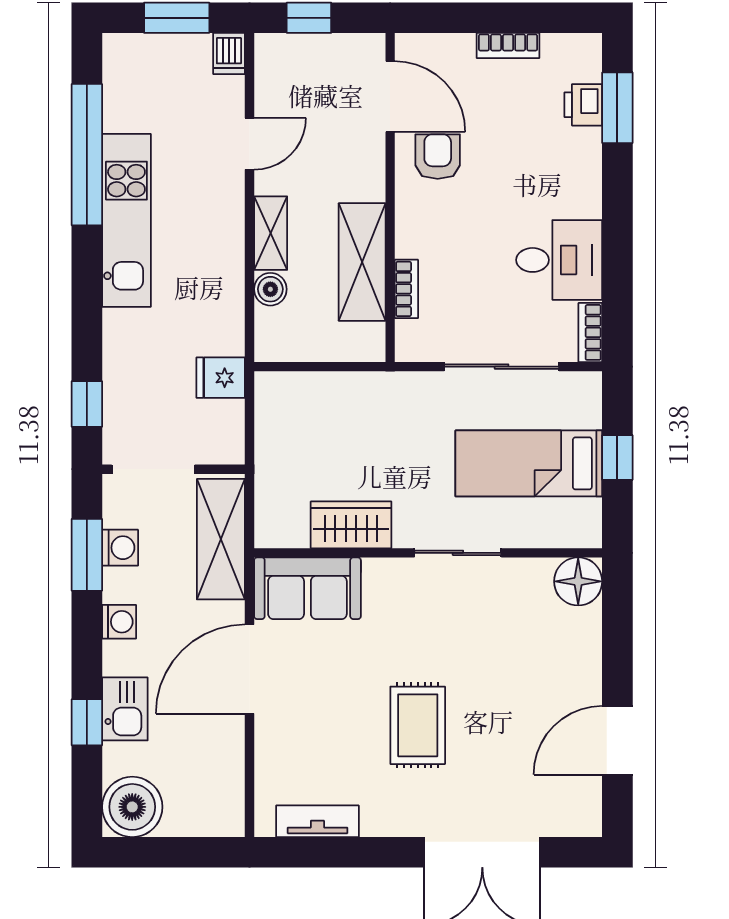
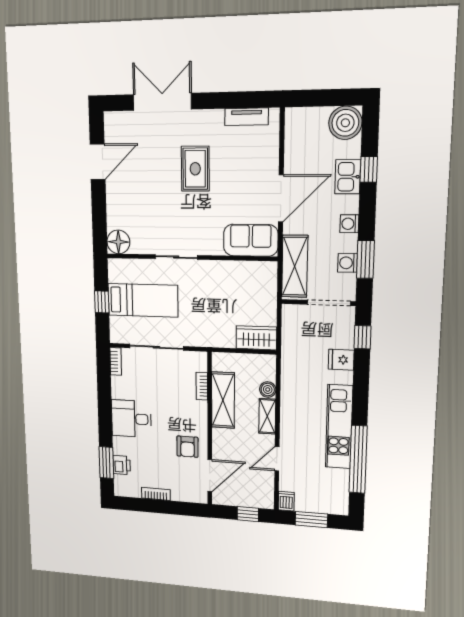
door: (390, 97) -> (210, 476), swing flipped
desk: (559, 260) -> (131, 419), moved
fridge: (221, 378) -> (341, 360), moved, turned 180
wardrobe: (351, 525) -> (256, 338), moved, turned 180

